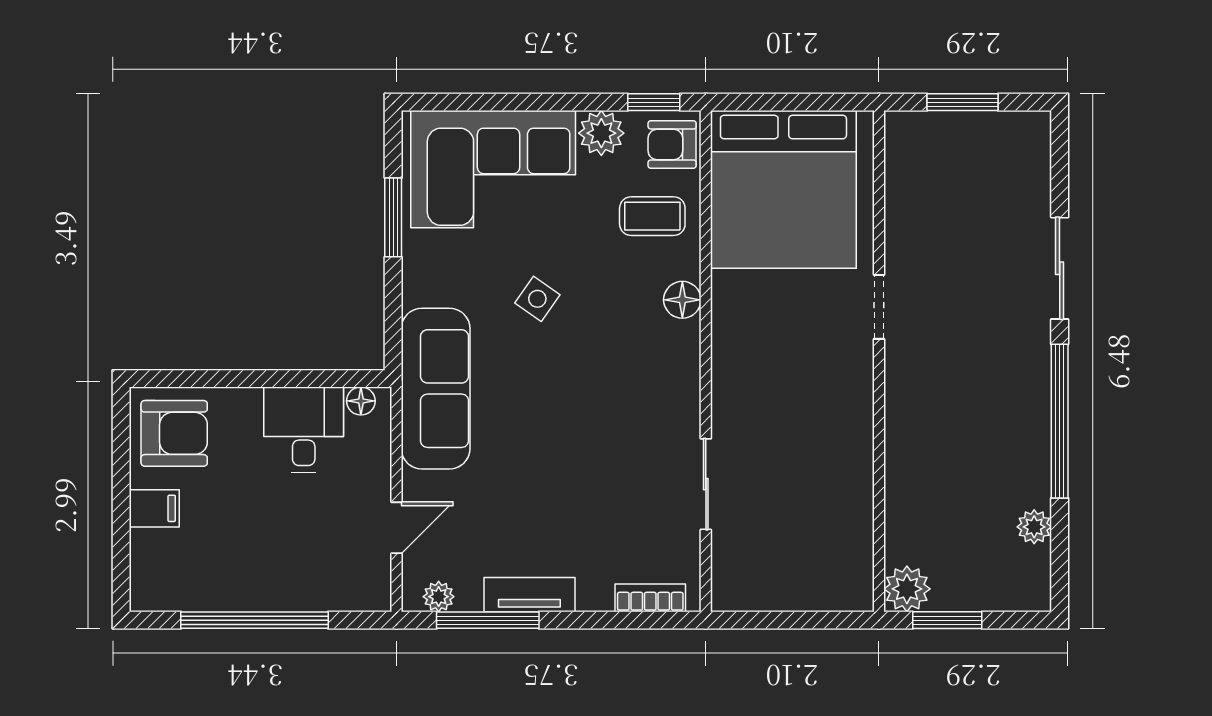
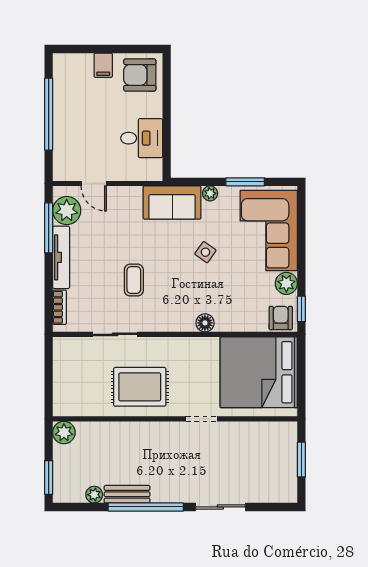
coffee table: (652, 216) -> (134, 280), moved
plant: (417, 289) -> (210, 193), added
sofa: (436, 389) -> (172, 203), width x0.73
floor lamp: (361, 401) -> (156, 166), removed
armchair: (174, 433) -> (140, 75), turned 90
rug: (813, 433) -> (140, 387), added
bench: (1033, 459) -> (127, 494), added
tv unit: (529, 595) -> (61, 257), width x1.41
plant: (439, 597) -> (67, 211), width x1.88, depth x1.88
window: (947, 620) -> (49, 477), moved

